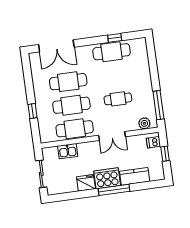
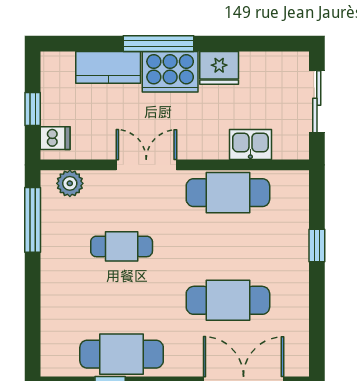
cafe table: (71, 105) -> (228, 246), removed

